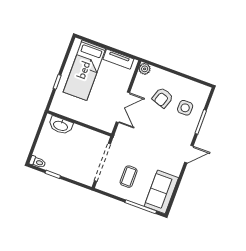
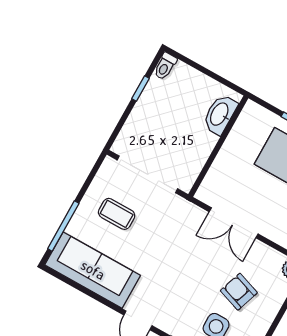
sofa: (161, 192) -> (93, 270), width x1.36

